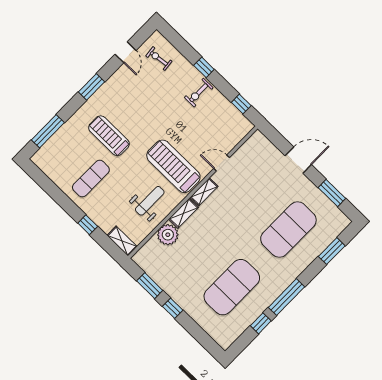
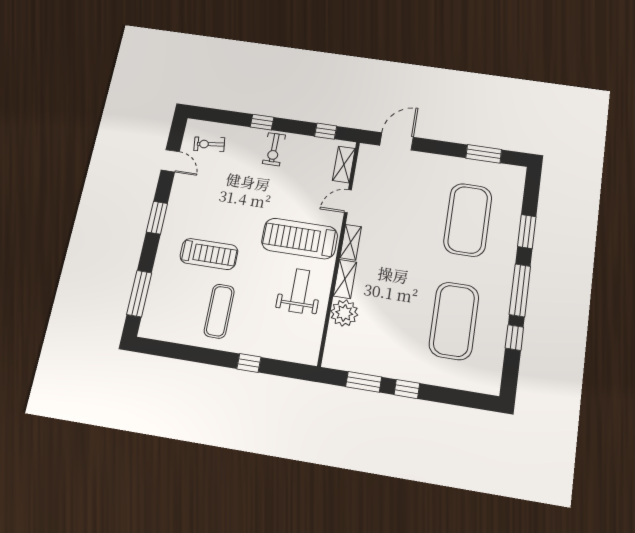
treadmill: (109, 136) -> (209, 254), turned 180
door: (298, 160) -> (396, 141), moved
shelving: (122, 241) -> (344, 164), moved, turned 90
window: (332, 251) -> (527, 232), moved

